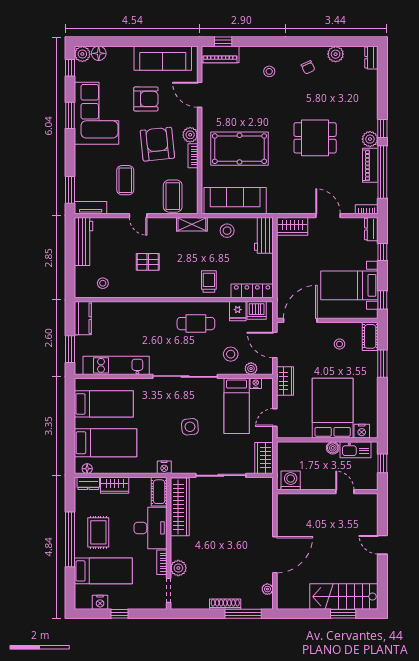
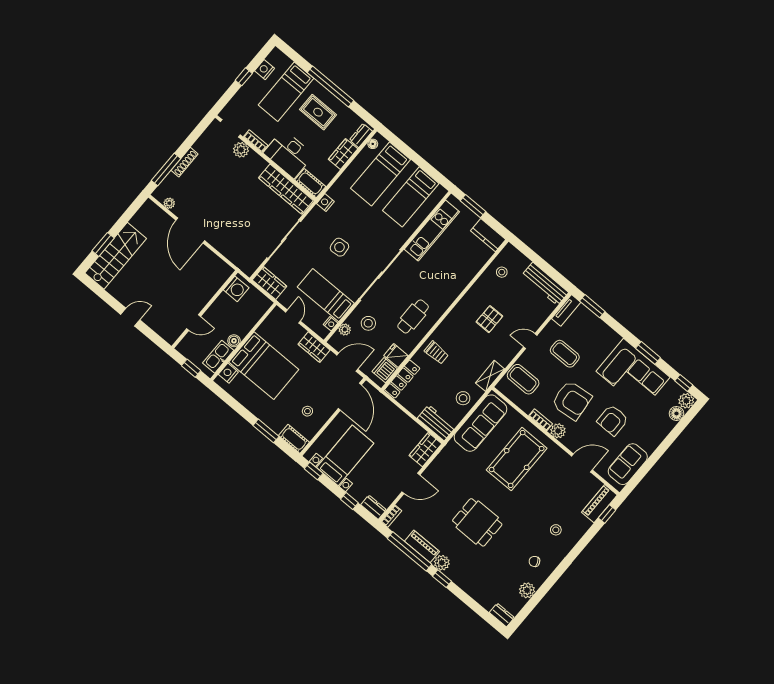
sofa: (163, 58) -> (628, 464), width x0.73
dining table: (315, 138) -> (477, 522), turned 90

